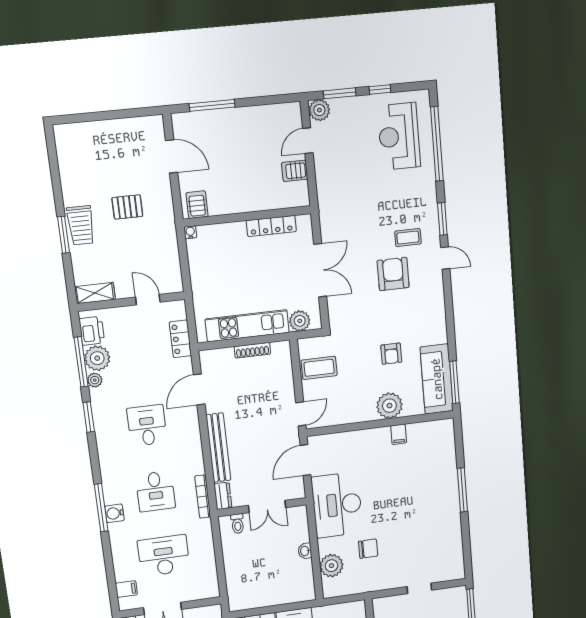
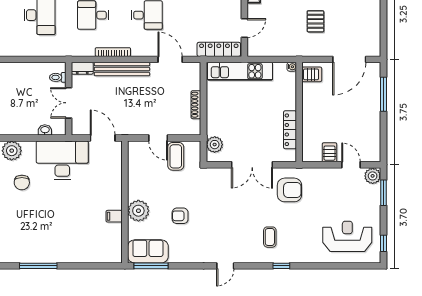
window: (380, 89) -> (383, 243), moved
window: (437, 144) -> (339, 266), removed
door: (172, 156) -> (349, 59), width x1.36
window: (442, 219) -> (281, 266), width x0.67
door: (445, 258) -> (225, 266), moved
armchair: (393, 274) -> (289, 190), moved
kitchen unit: (247, 326) -> (240, 71), moved, turned 90
locker: (180, 339) -> (219, 49), width x1.53
sofa: (437, 379) -> (148, 251), width x0.73
door: (301, 414) -> (158, 138), moved
window: (462, 490) -> (38, 266), moved
bookcase: (203, 497) -> (113, 52), moved
washbasin: (305, 551) -> (45, 130), moved

